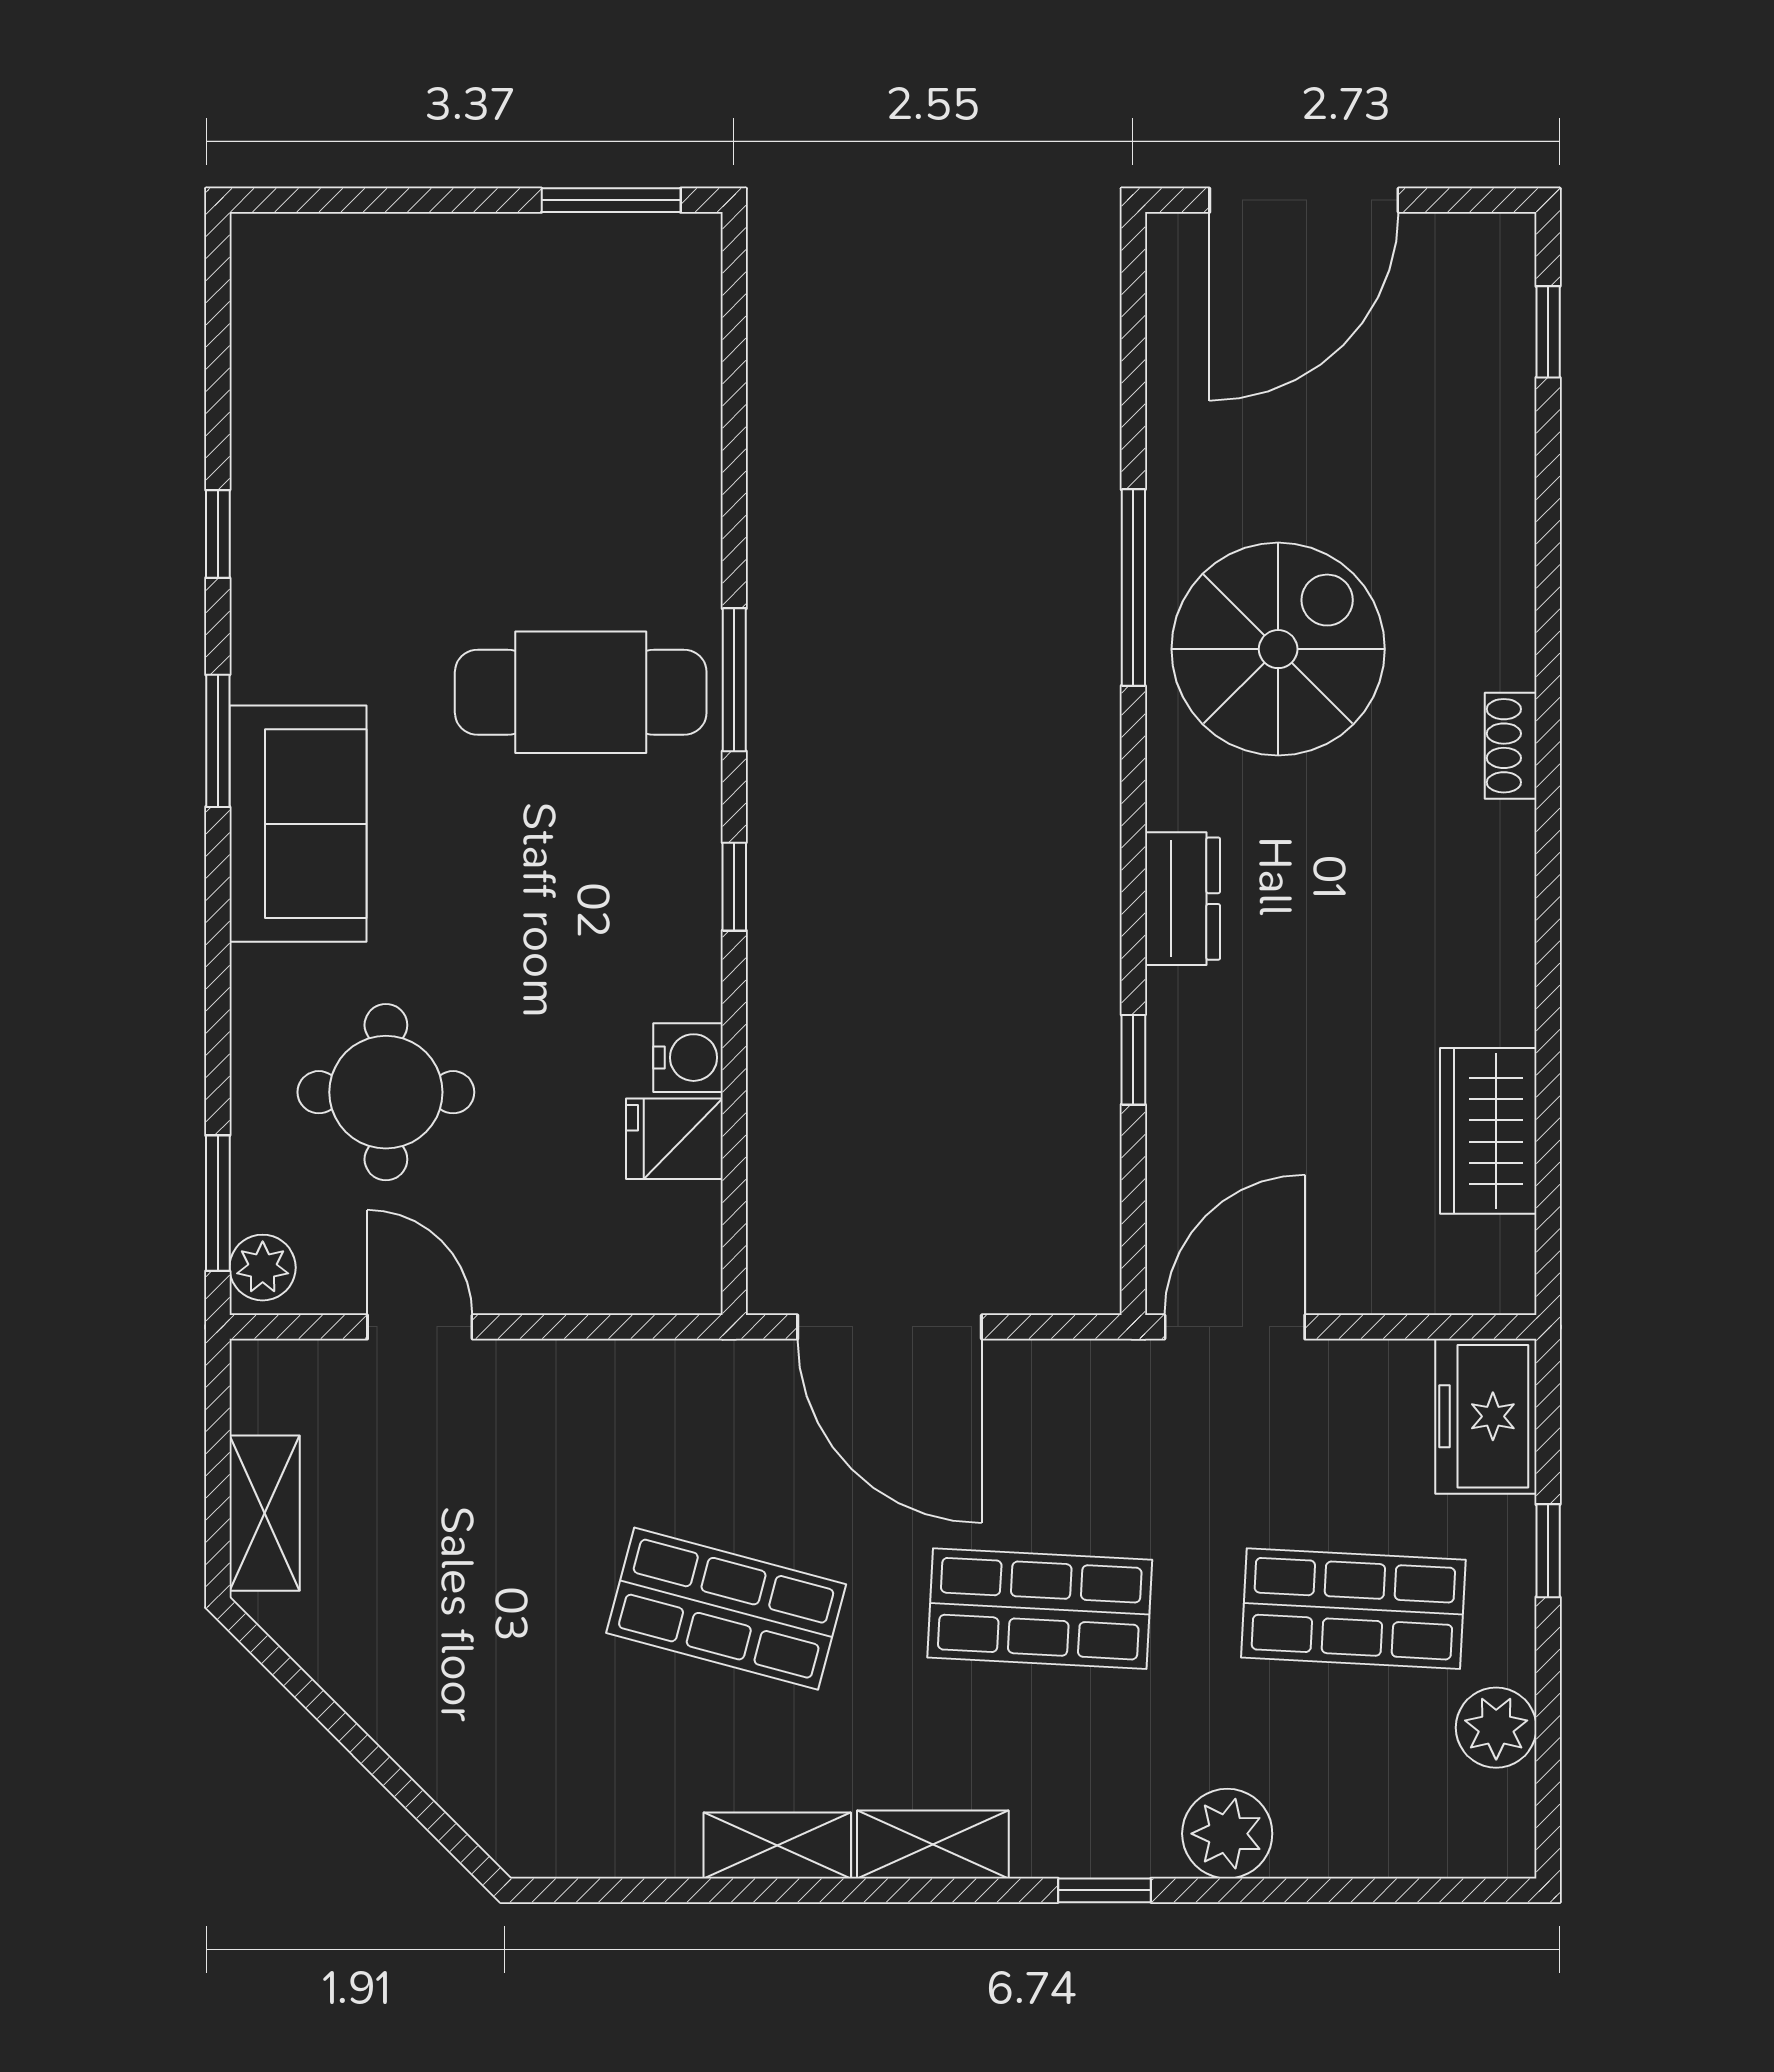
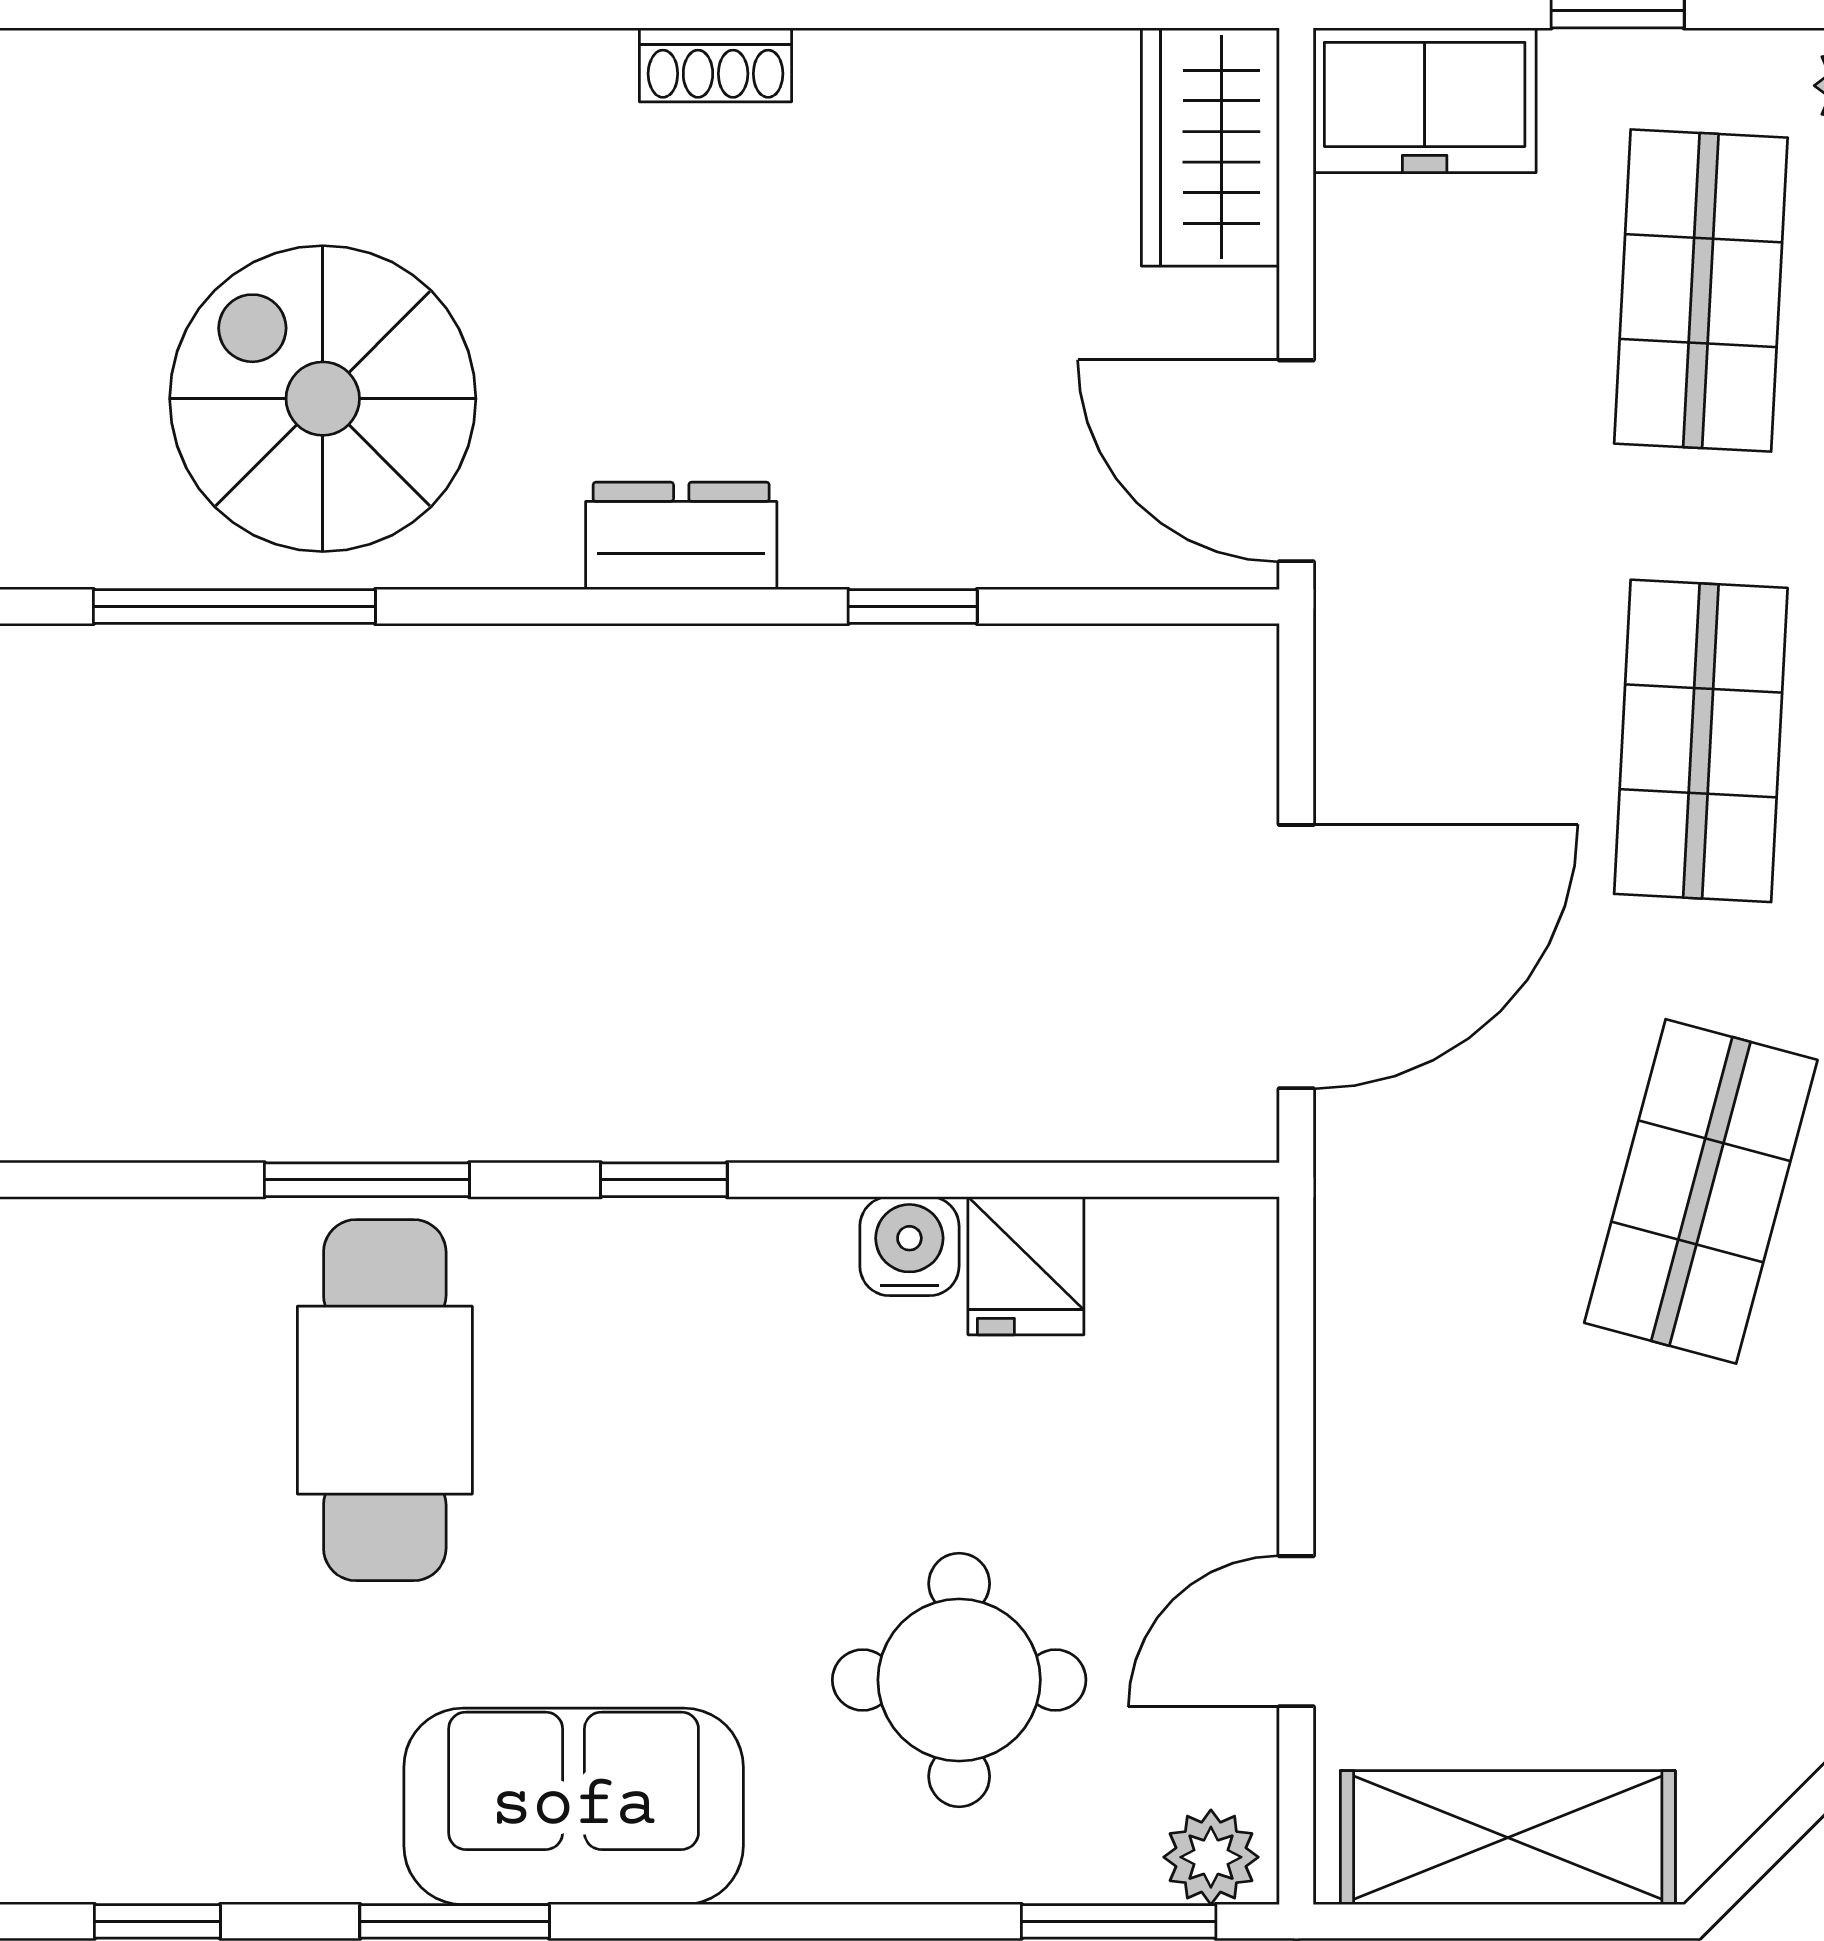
shoe rack: (1511, 746) -> (716, 65), moved
wardrobe: (1488, 1131) -> (1210, 147), moved, turned 90
shelving: (265, 1513) -> (1508, 1838), width x1.50, depth x1.33

